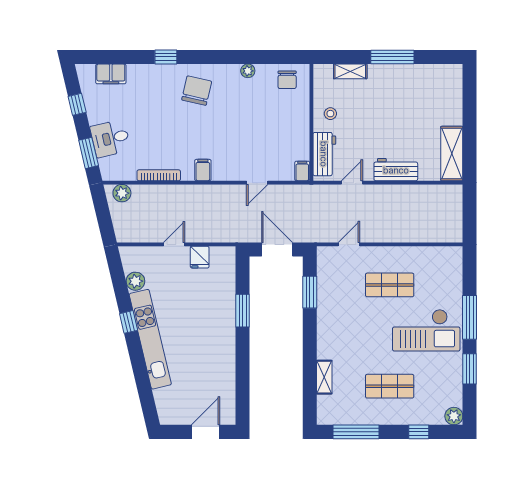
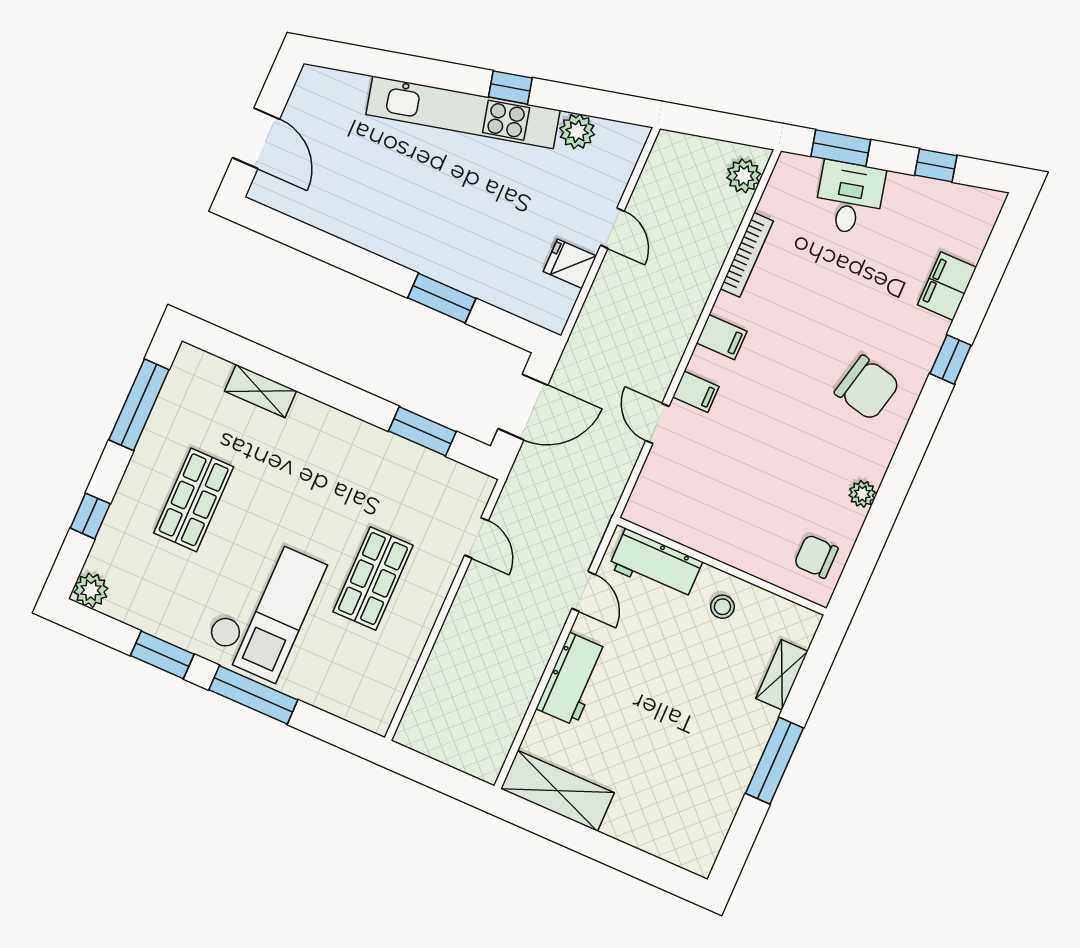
filing cabinet: (111, 74) -> (947, 286), moved
filing cabinet: (302, 171) -> (696, 392), moved
checkout: (426, 330) -> (264, 608), turned 180

